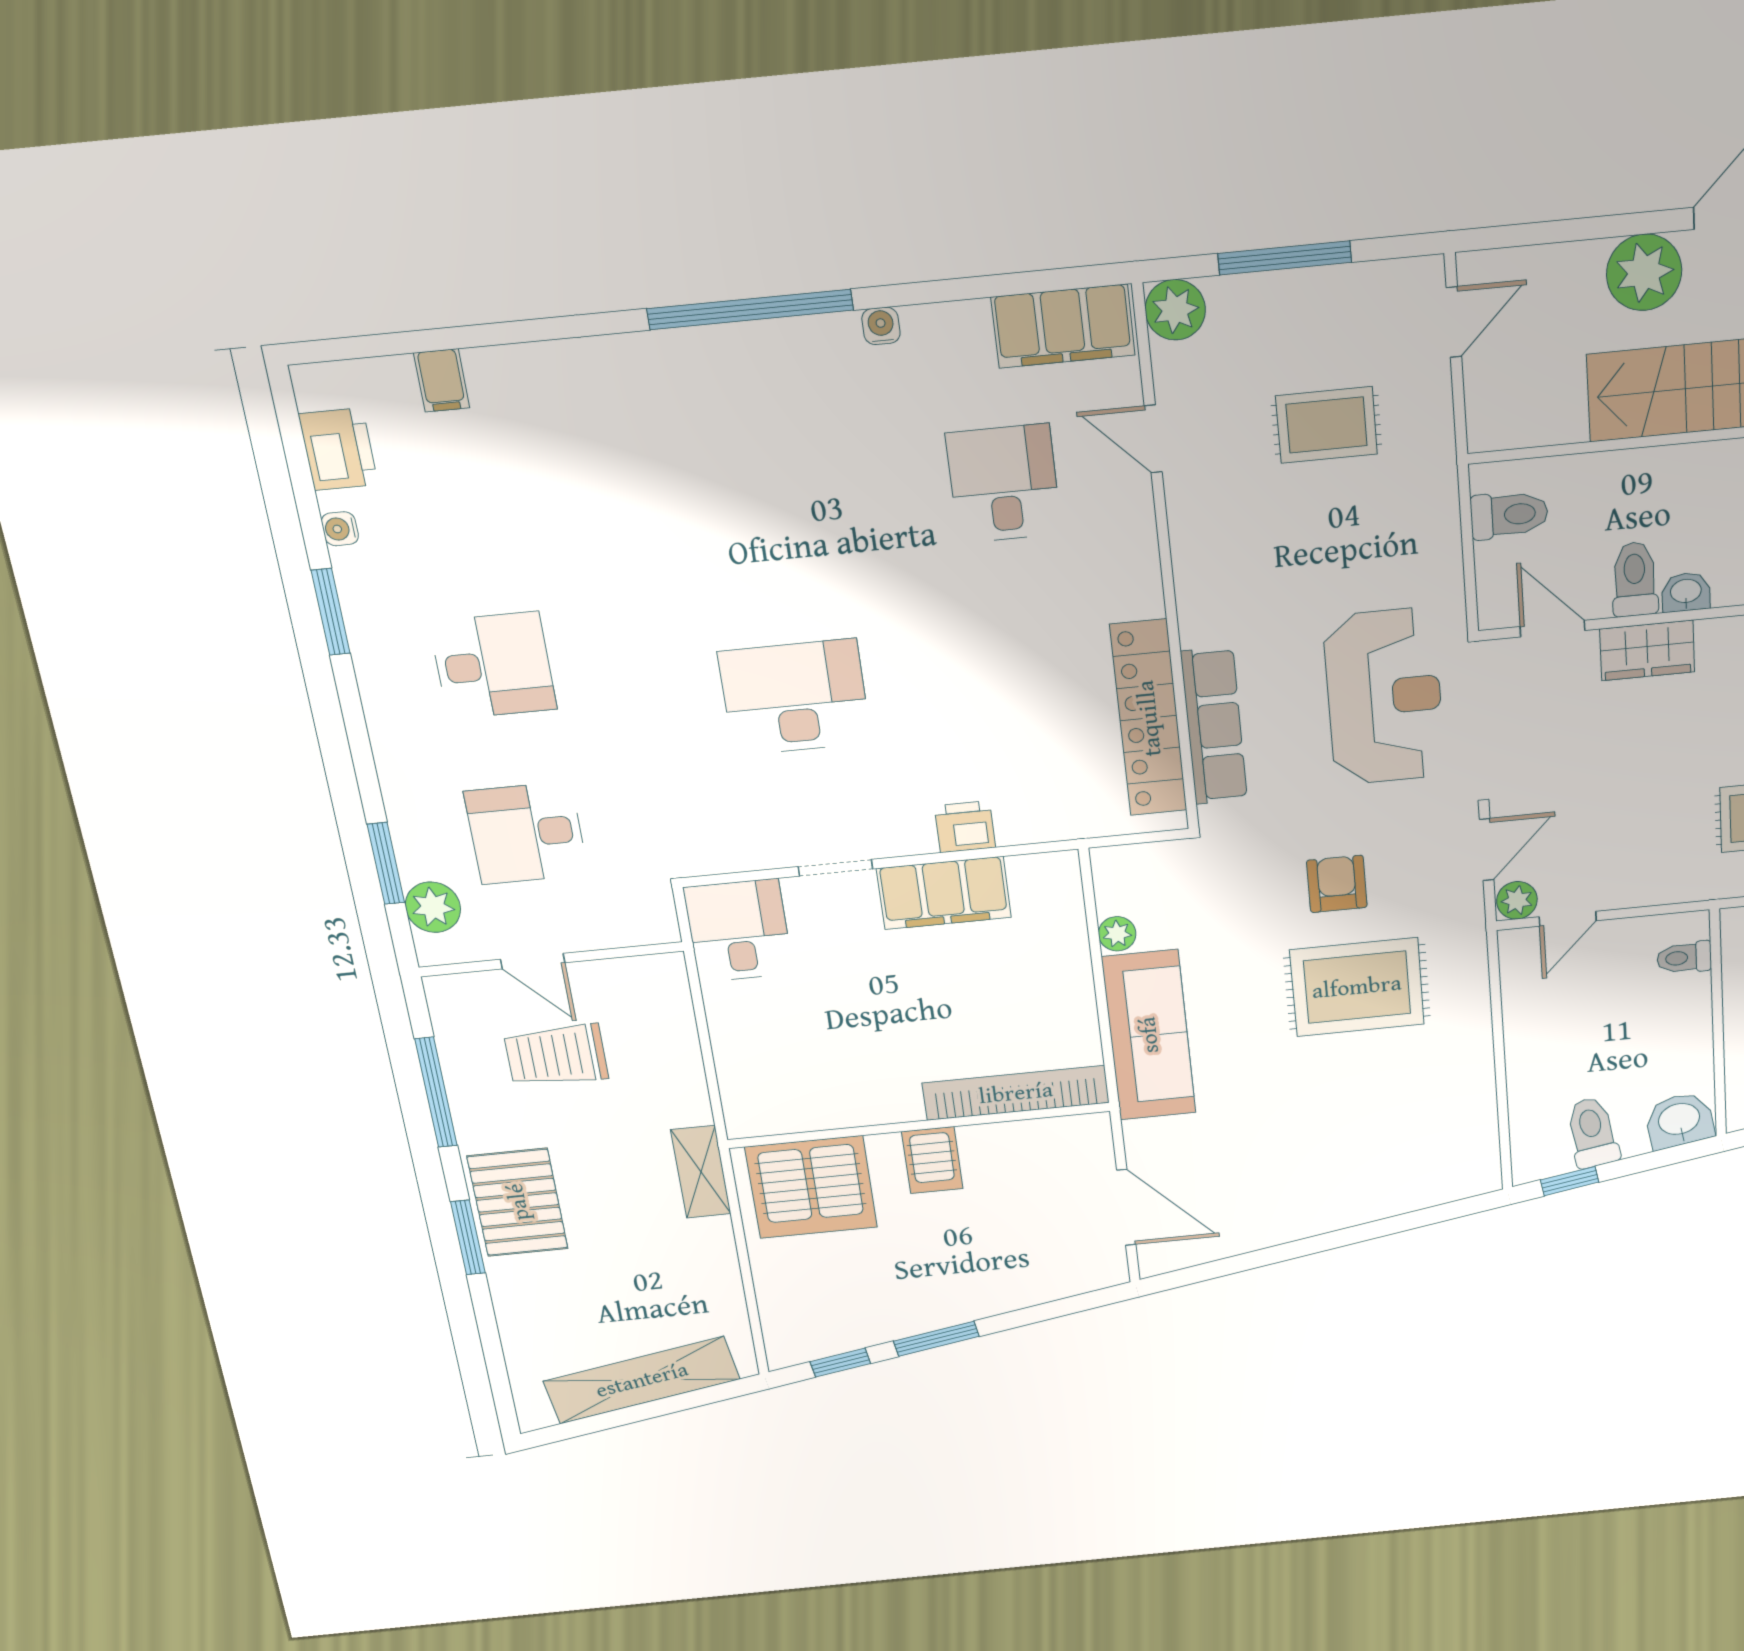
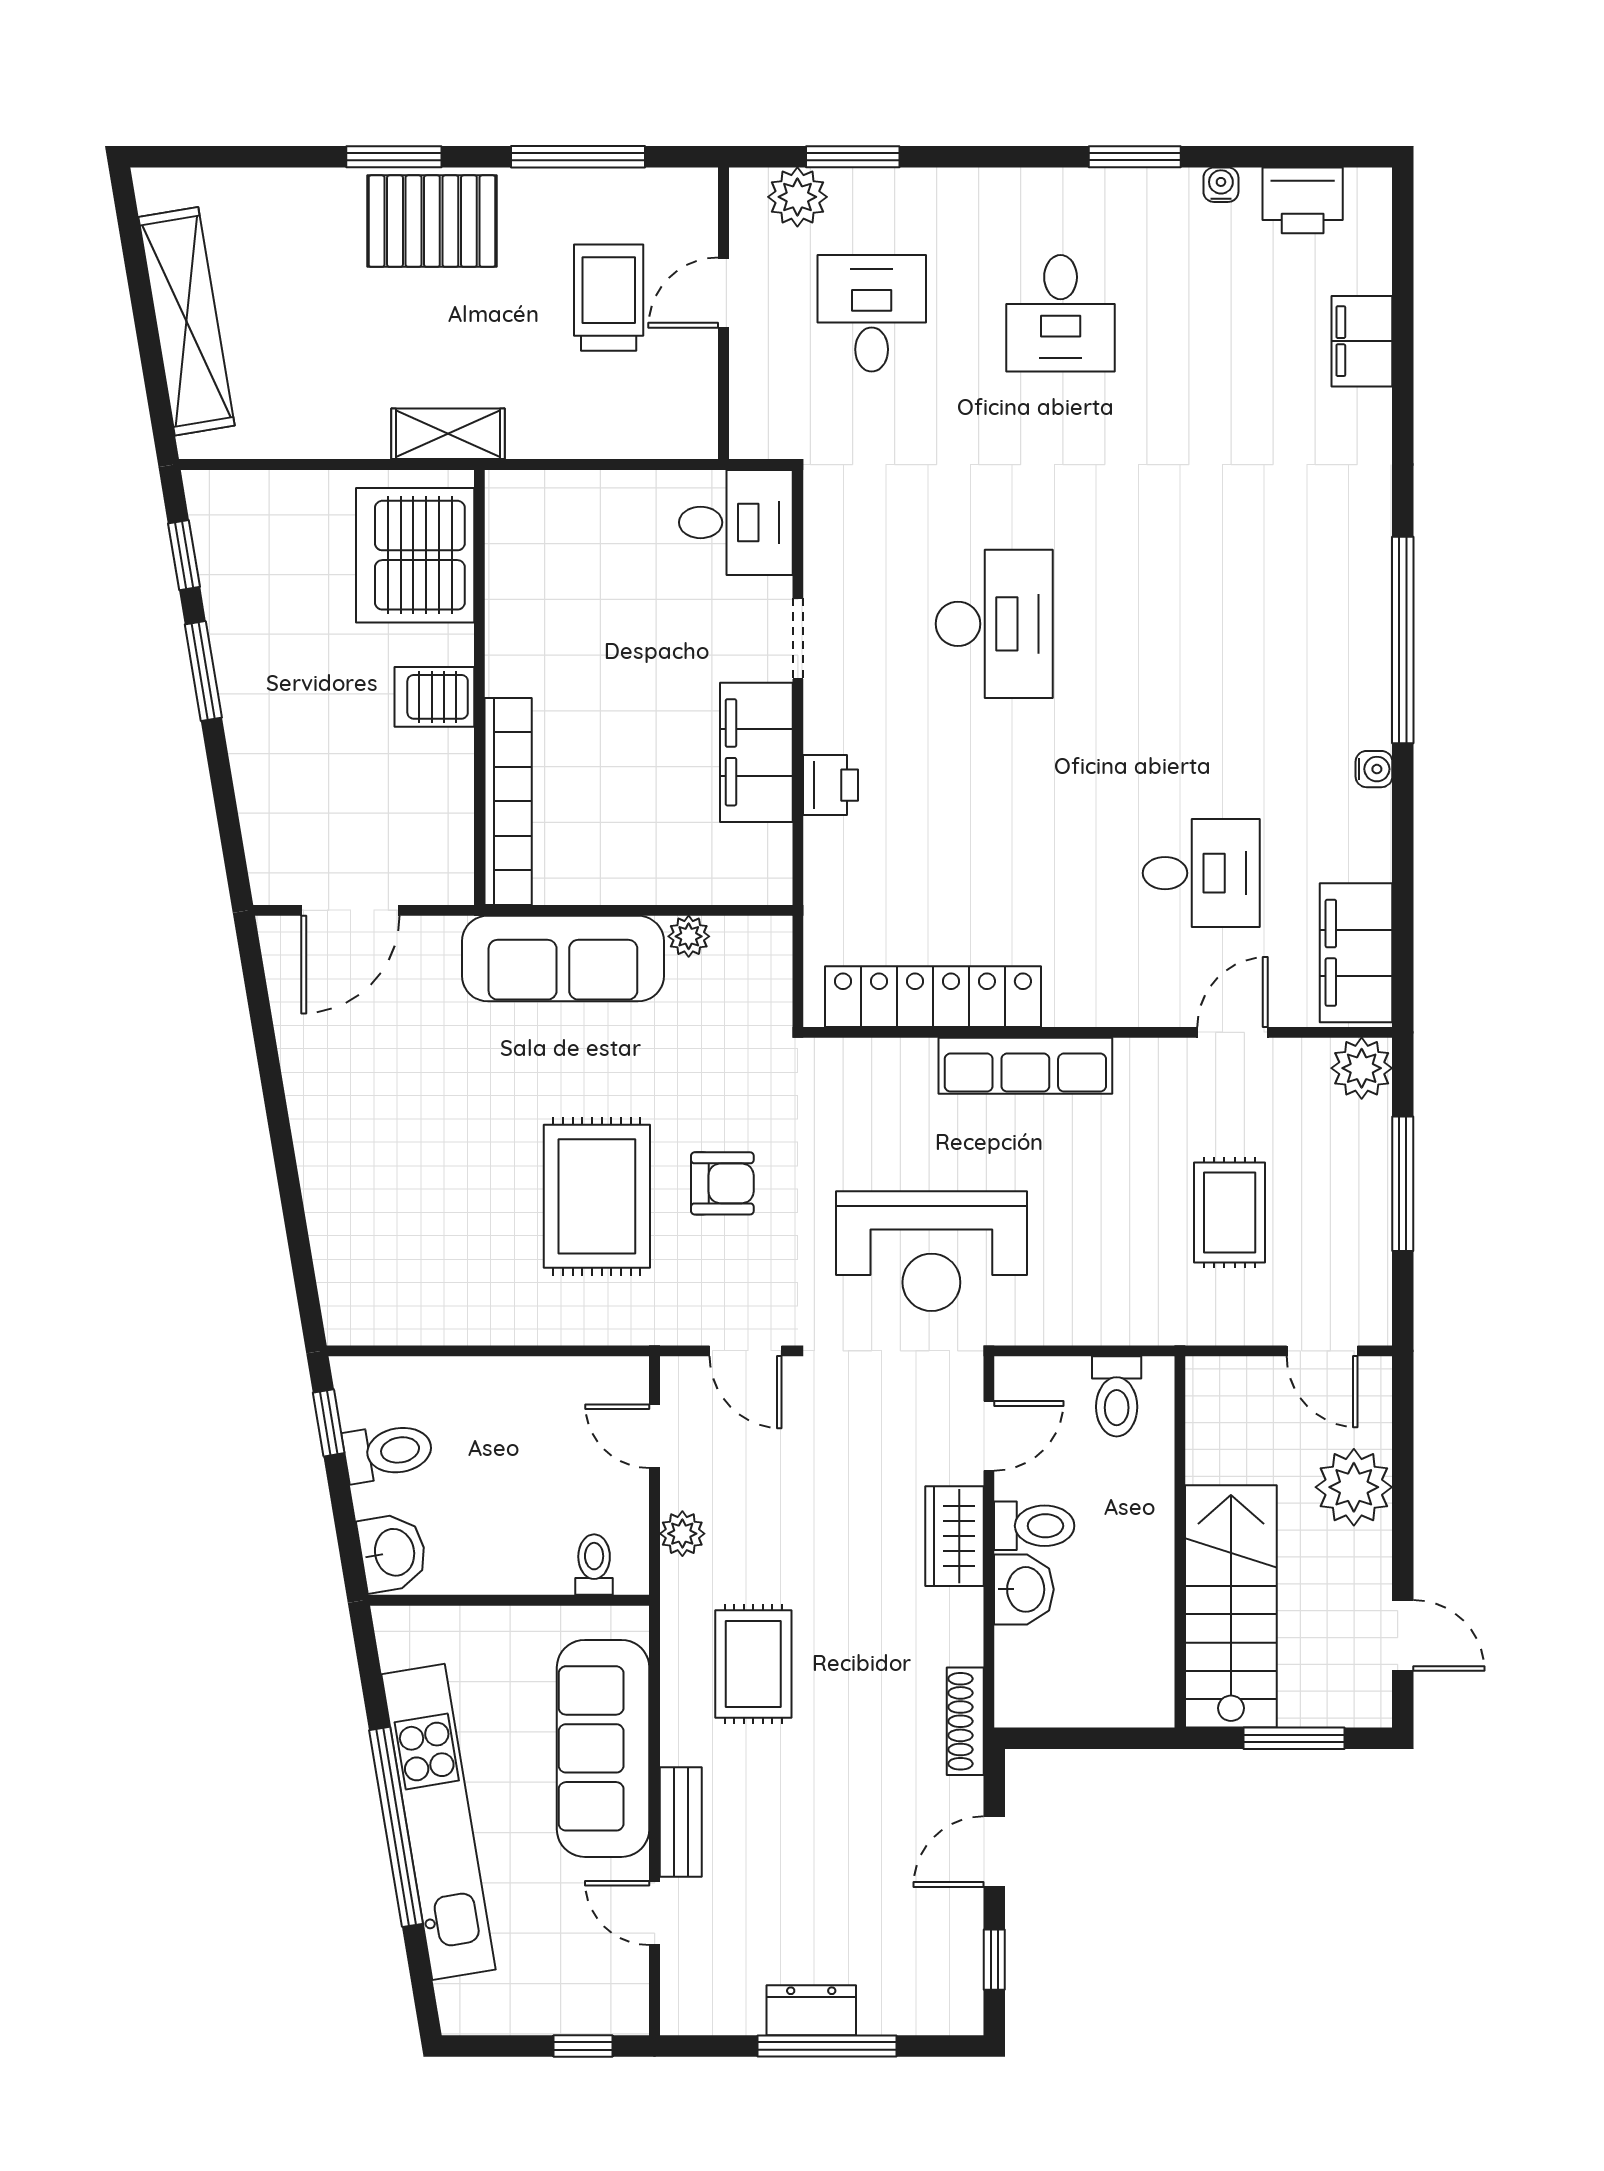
plant: (1644, 272) -> (1354, 1487), moved
filing cabinet: (442, 380) -> (1362, 341), width x2.00
washbasin: (1686, 592) -> (1024, 1589), width x1.38, depth x1.45
row of seats: (1214, 726) -> (1025, 1066), moved
plant: (1517, 900) -> (682, 1534), moved

